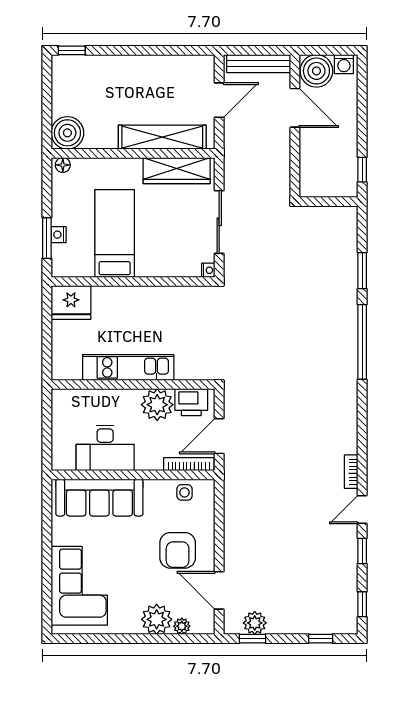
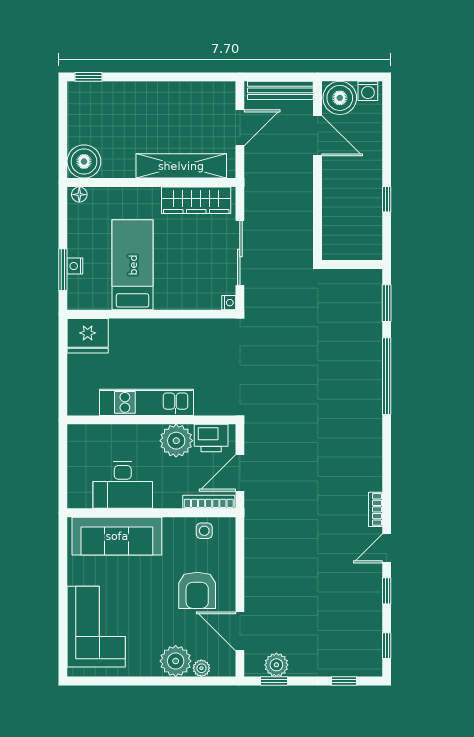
wall: (328, 202) -> (352, 265), moved

